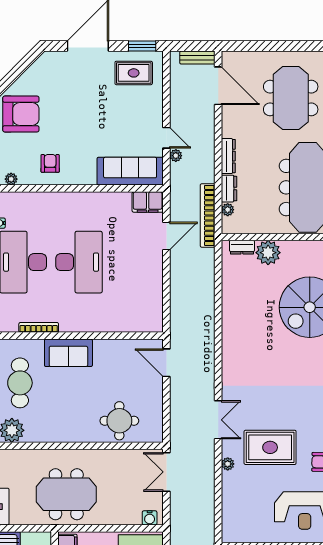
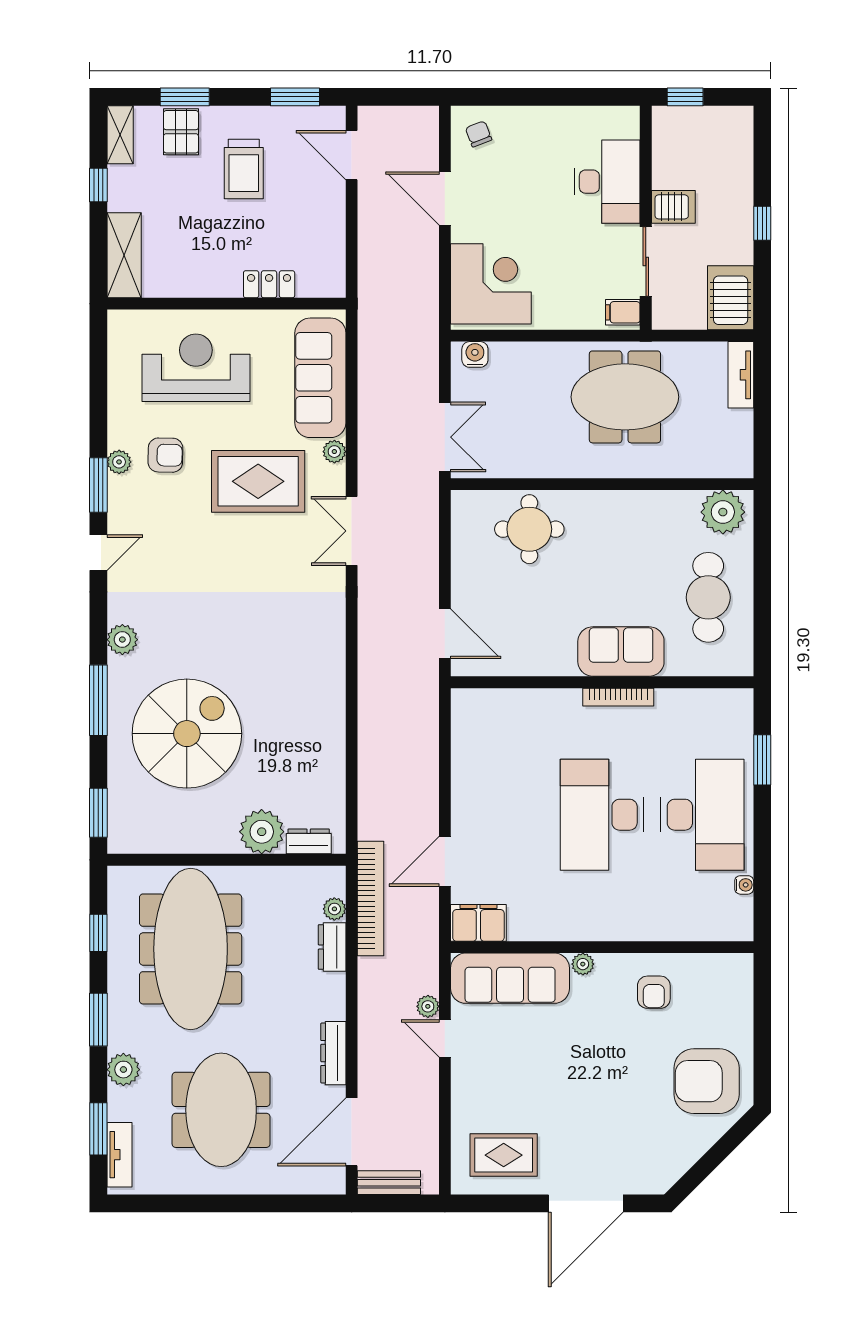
window: (142, 46) -> (488, 1203), removed
door: (218, 86) -> (352, 1132), hinge flipped
dresser: (228, 156) -> (333, 1053), moved
plant: (11, 179) -> (583, 964), moved
bookcase: (39, 327) -> (618, 697), moved
sofa: (235, 505) -> (320, 378), added

